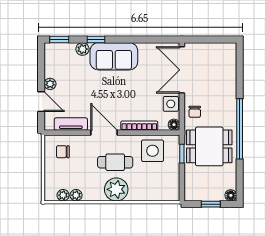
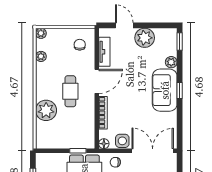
window: (96, 40) -> (180, 91), moved
plant: (50, 84) -> (145, 38), width x1.87, depth x1.87
door: (41, 102) -> (124, 25), swing flipped
side table: (152, 151) -> (80, 125), removed
plant: (116, 189) -> (46, 110), moved
plant: (63, 195) -> (41, 33), moved

